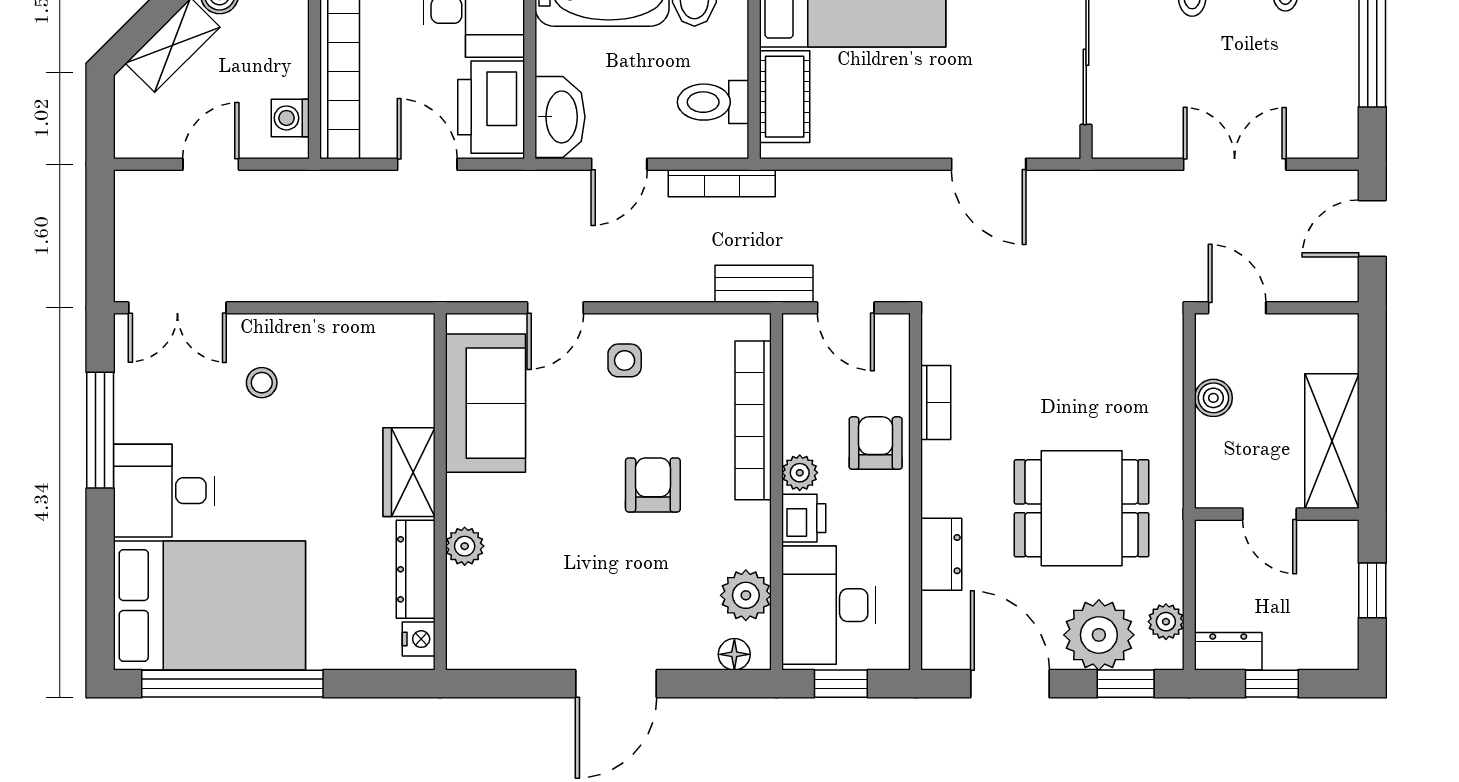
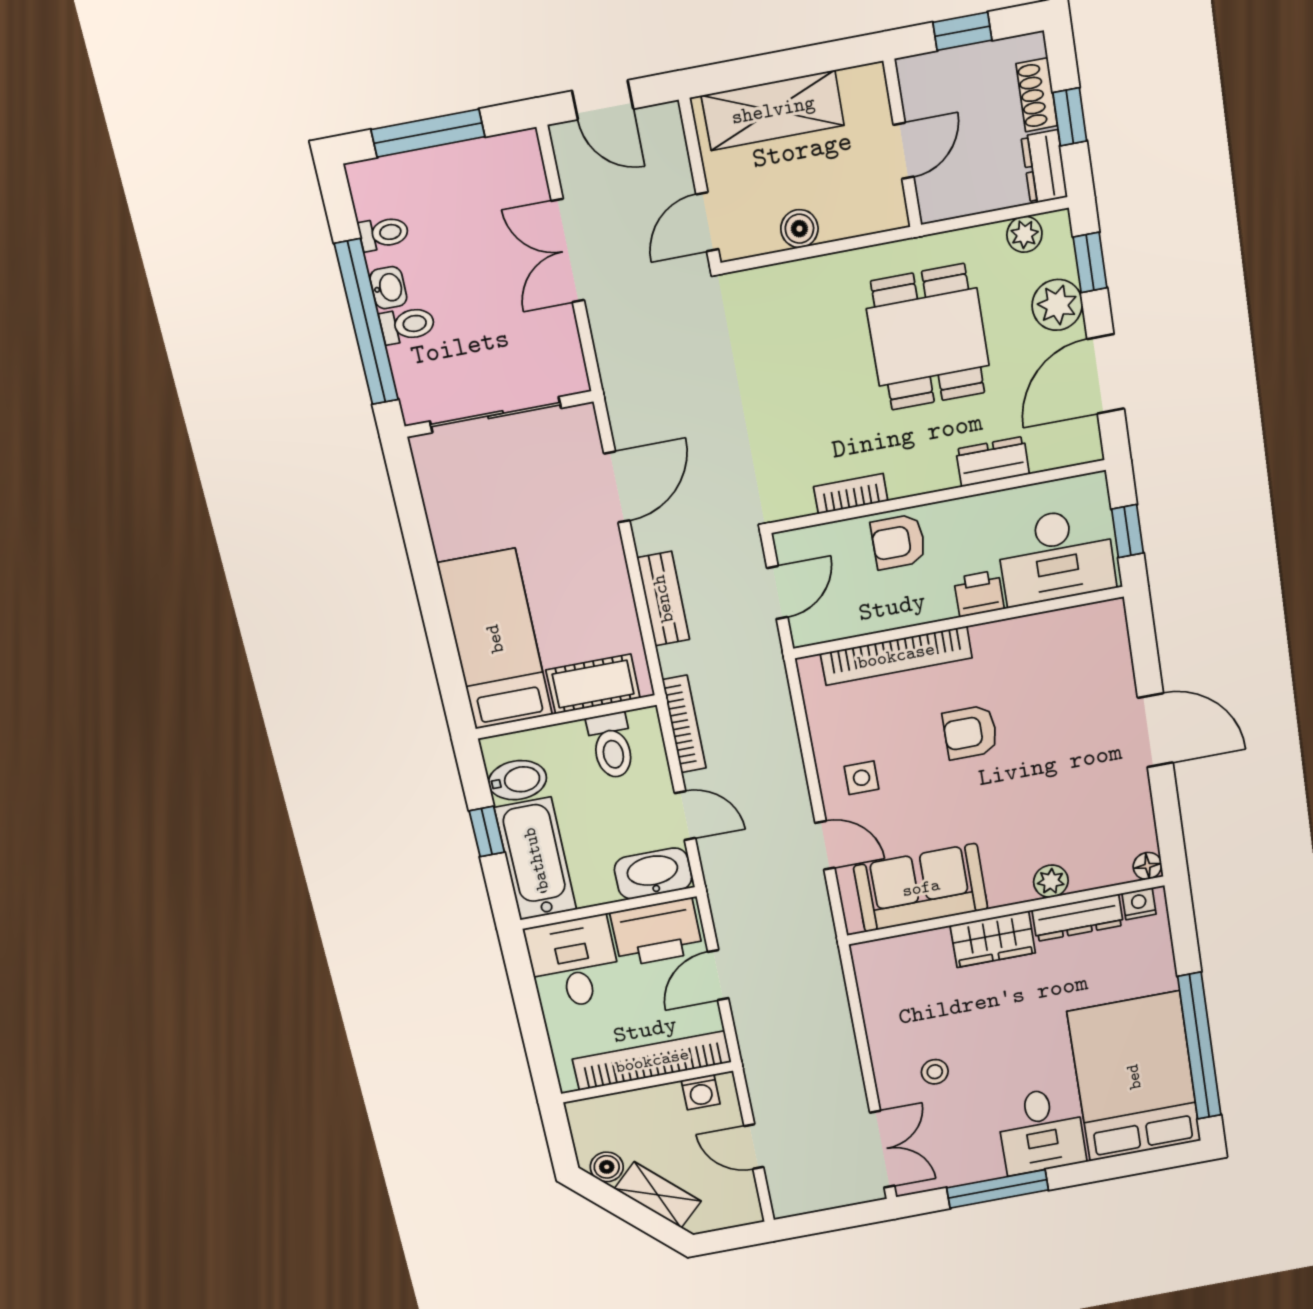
bench: (764, 284) -> (663, 599), moved
shelving: (1332, 441) -> (773, 110), moved
plant: (800, 473) -> (937, 605), removed
plant: (746, 595) -> (1058, 632), removed
plant: (1099, 635) -> (1057, 305), width x0.73, depth x0.73
floor lamp: (734, 654) -> (1147, 866), moved
shoe rack: (1299, 654) -> (1037, 95), added

